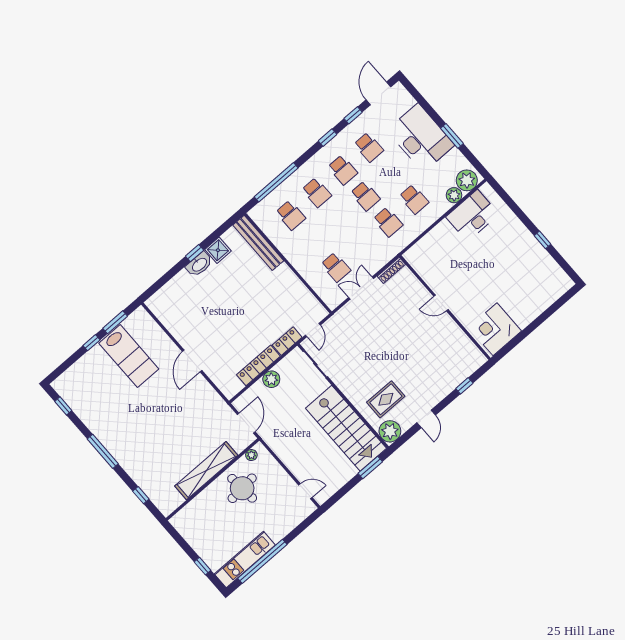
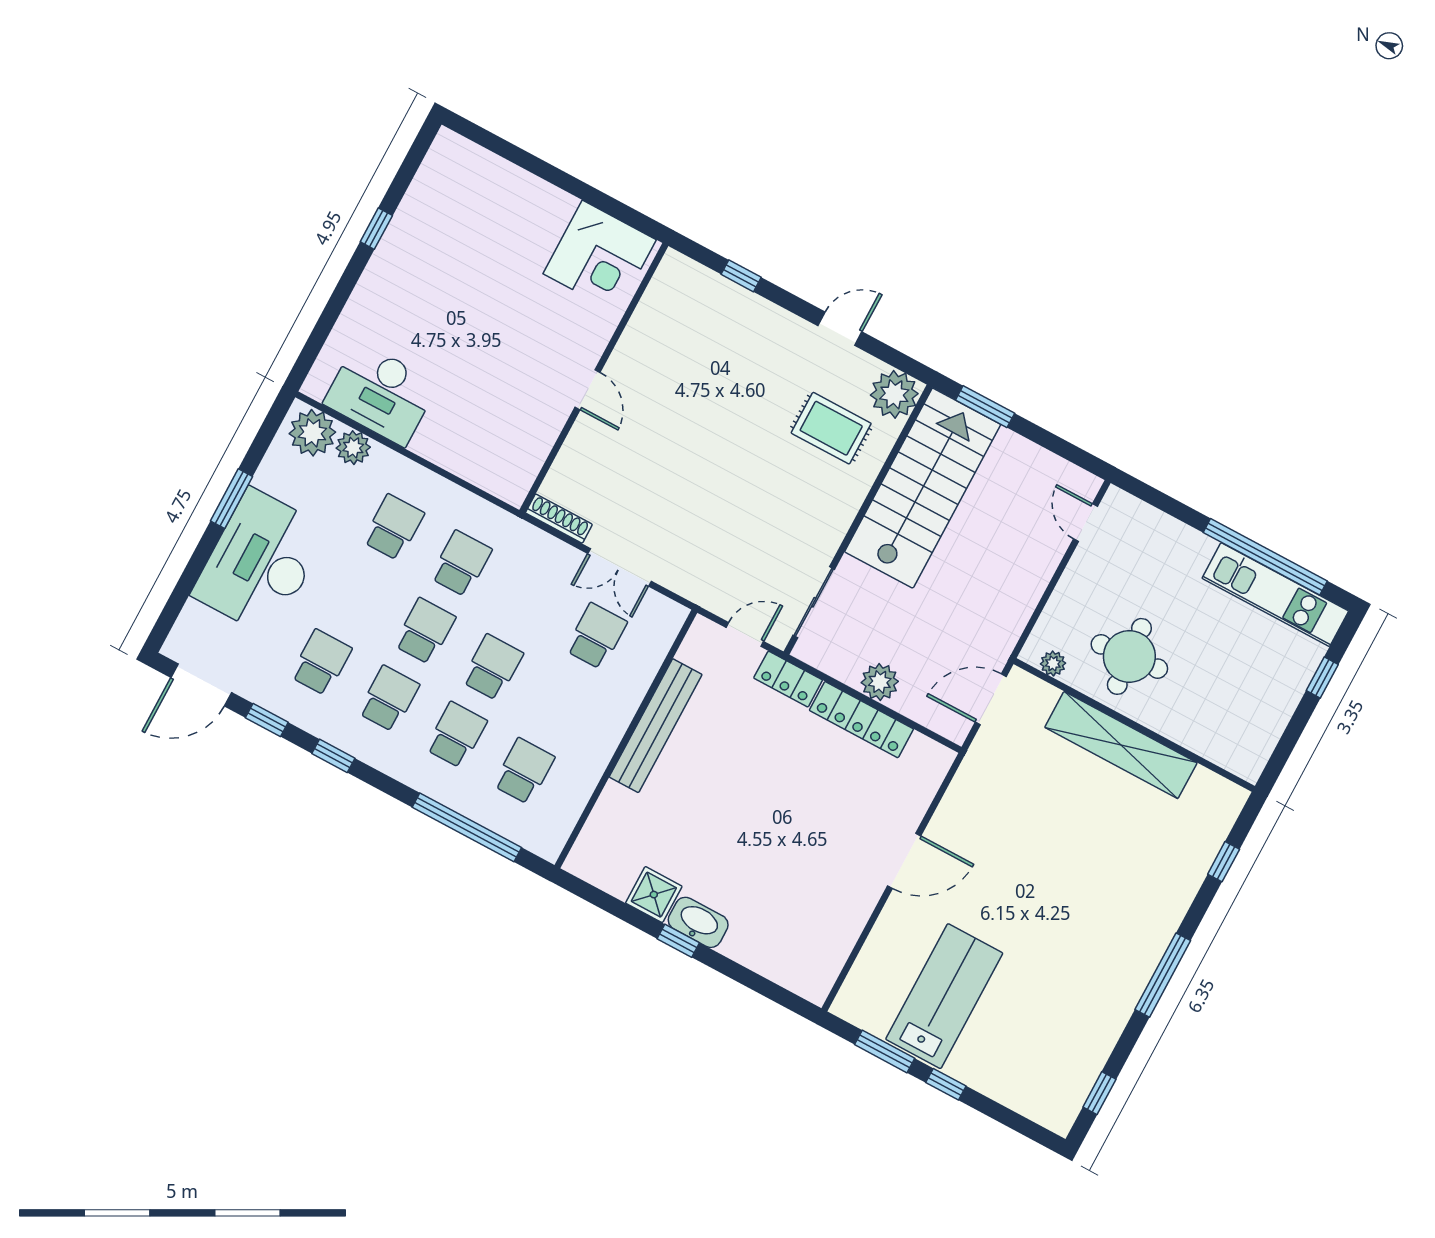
school desk: (339, 219) -> (492, 667), added
bench: (258, 243) -> (656, 726), moved

